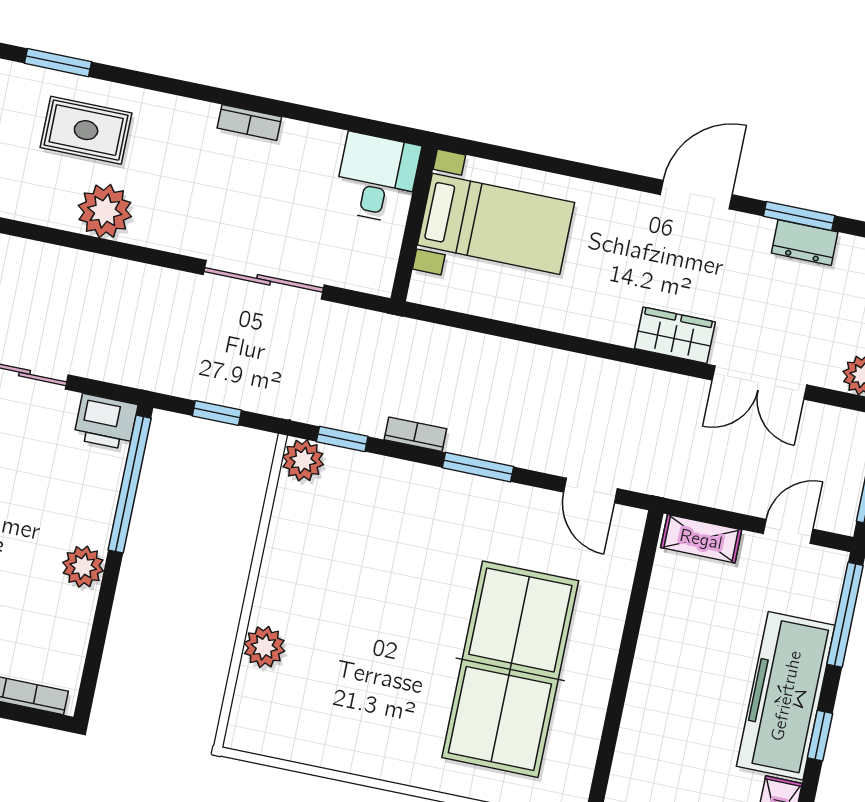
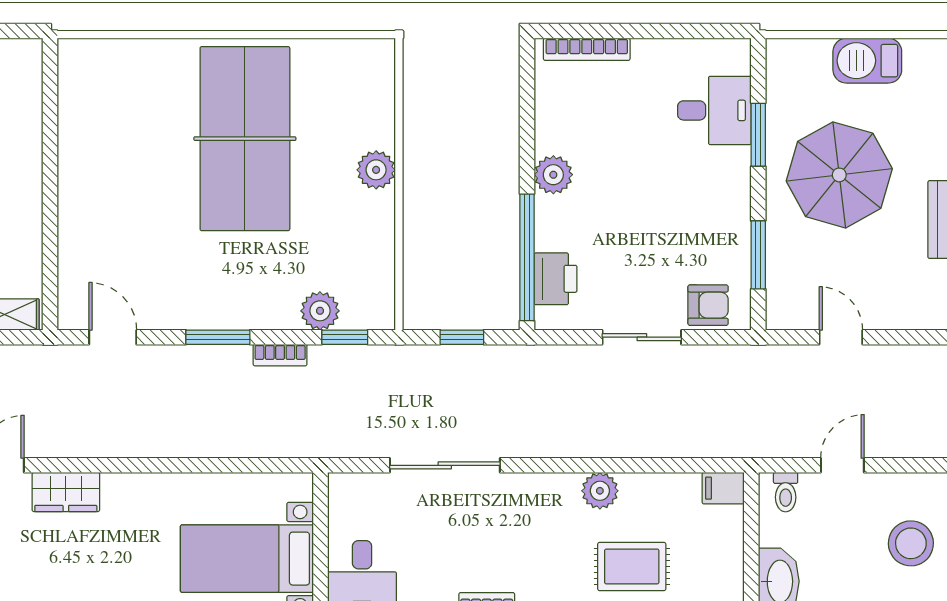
plant: (105, 211) -> (600, 491), width x0.73, depth x0.73
printer: (106, 422) -> (556, 279), moved, turned 90
plant: (303, 460) -> (320, 311), moved
plant: (264, 647) -> (376, 170), moved
table tennis table: (510, 669) -> (245, 139), moved

